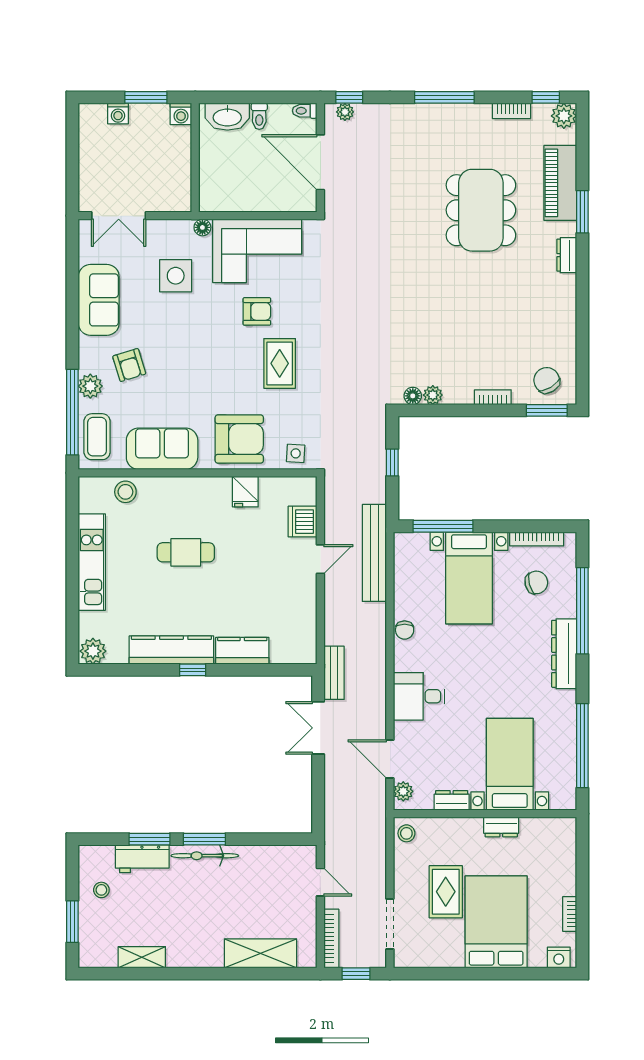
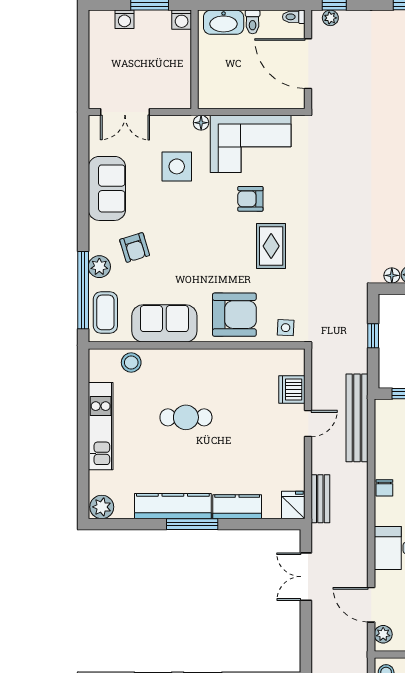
armchair: (257, 311) -> (250, 199), turned 180
fridge: (245, 492) -> (293, 505), moved, turned 180
window: (193, 670) -> (192, 524), width x2.17
bench: (334, 673) -> (320, 499), moved

